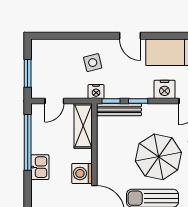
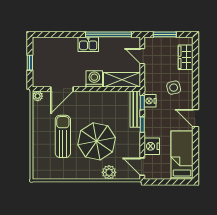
door: (130, 36) -> (195, 118), hinge flipped
wardrobe: (56, 48) -> (186, 57), added
nightstand: (96, 92) -> (150, 101), moved
washing machine: (82, 173) -> (94, 79), moved

